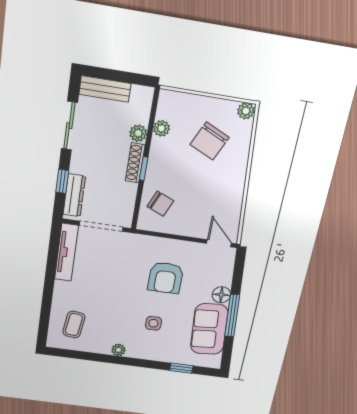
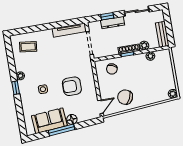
bench: (105, 89) -> (162, 34), moved
chair: (210, 141) -> (125, 97), moved
dresser: (74, 195) -> (113, 23), moved
window: (181, 368) -> (16, 88), moved

